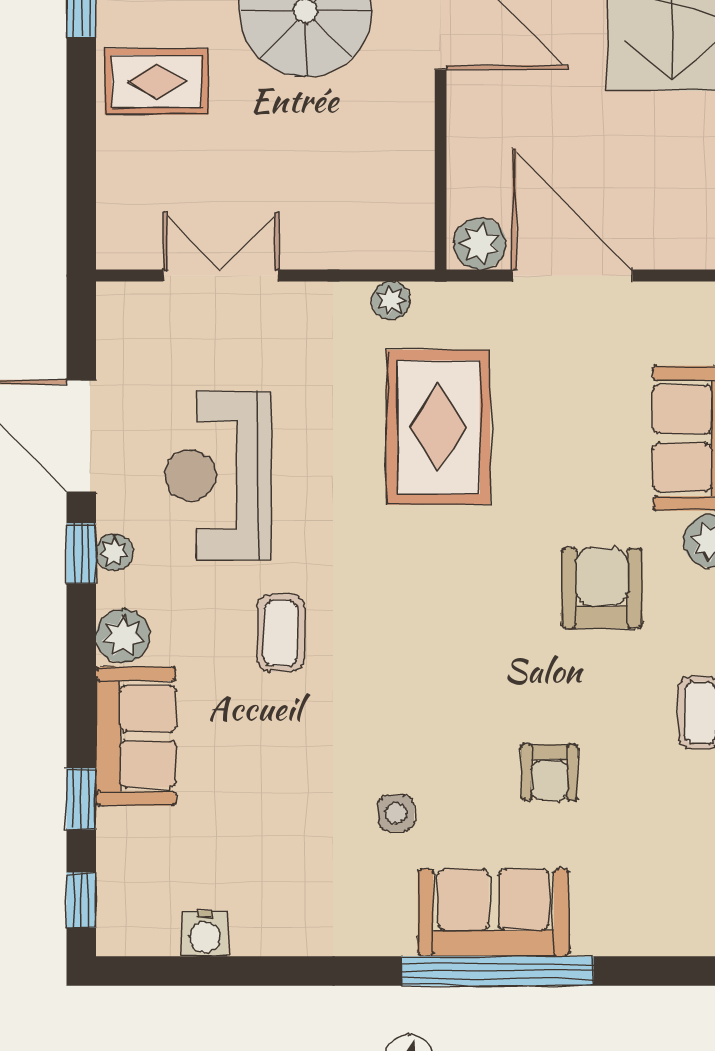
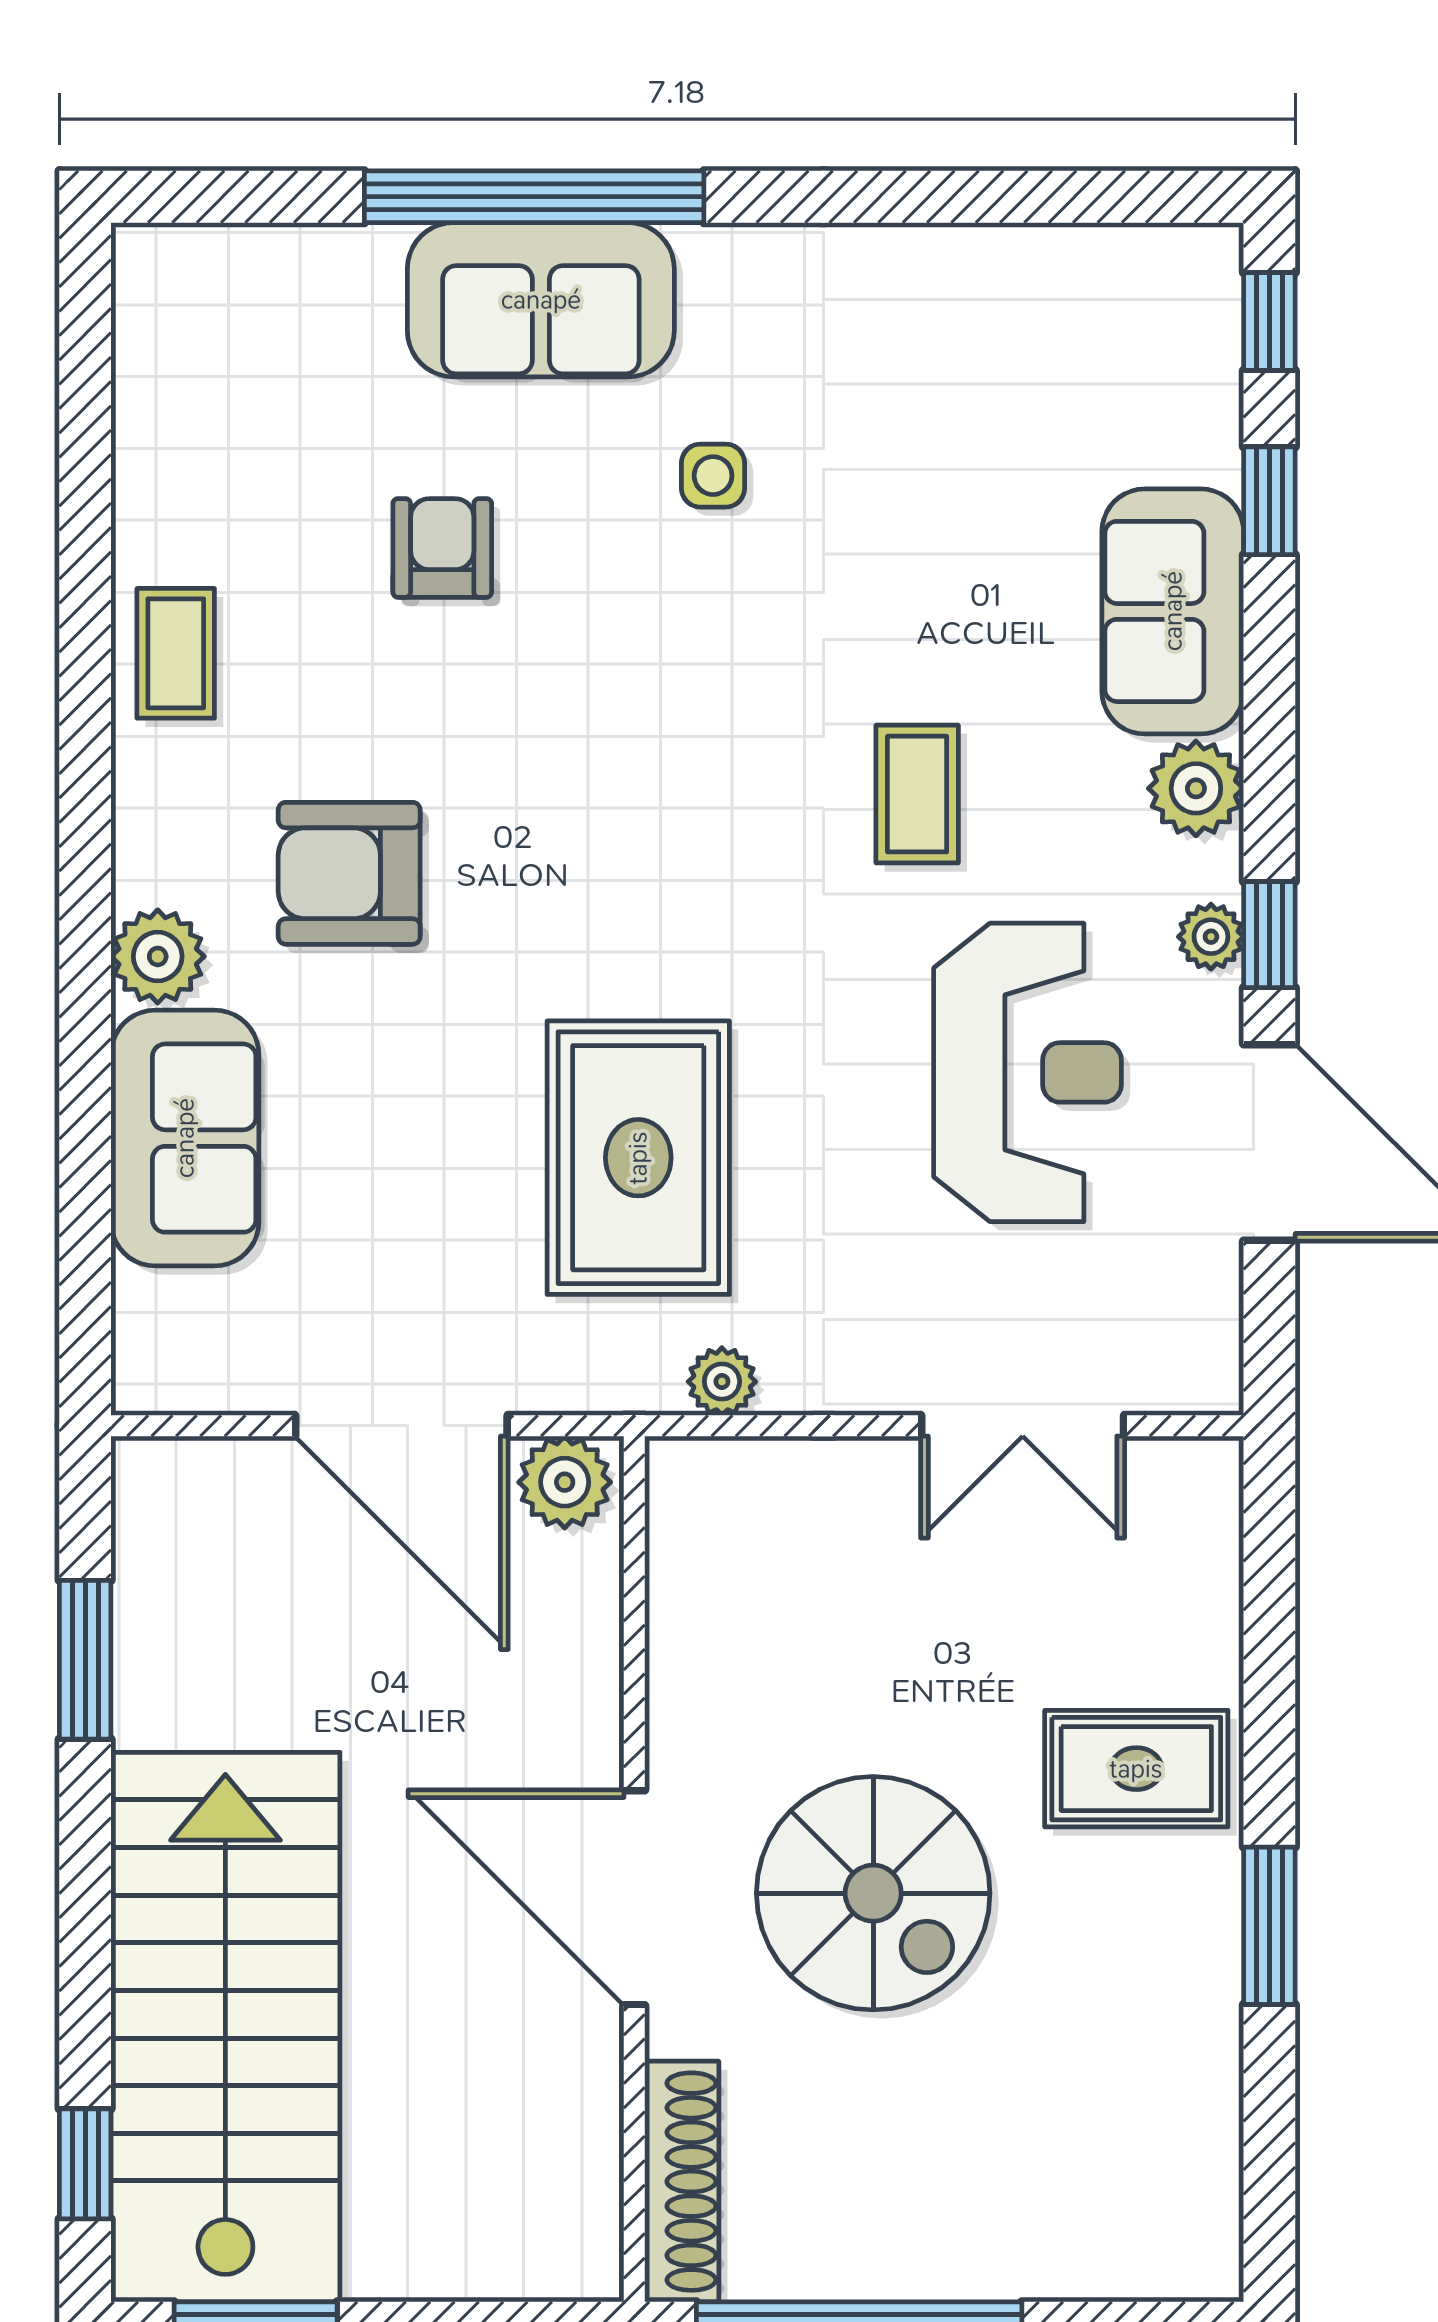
armchair: (602, 588) -> (349, 873), turned 90
water cooler: (205, 934) -> (1051, 263), removed

